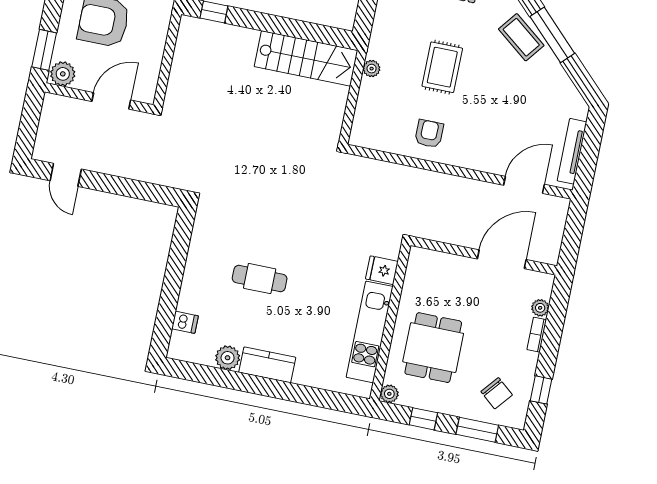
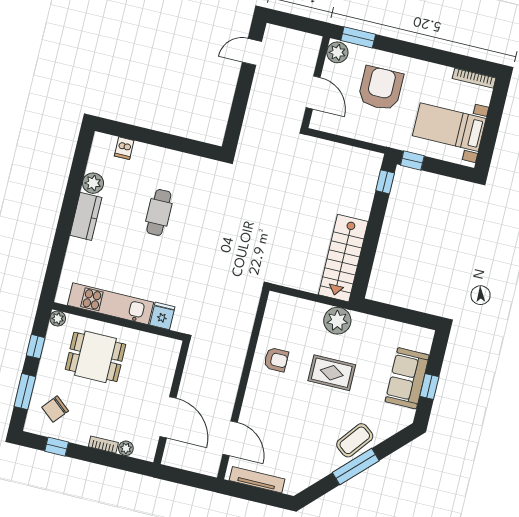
plant: (372, 69) -> (337, 321), width x1.87, depth x1.87

